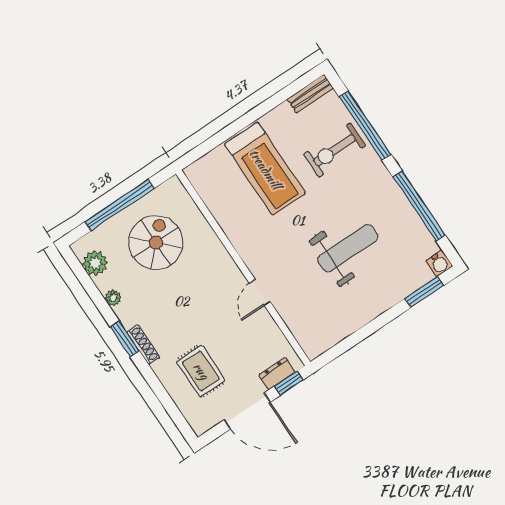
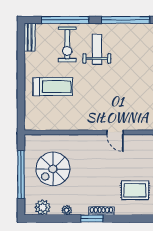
treadmill: (265, 169) -> (53, 87), width x0.73, depth x0.73
spiral stairs: (156, 243) -> (53, 169), turned -90
weight bench: (348, 248) -> (97, 49), moved, width x0.73, depth x0.75

